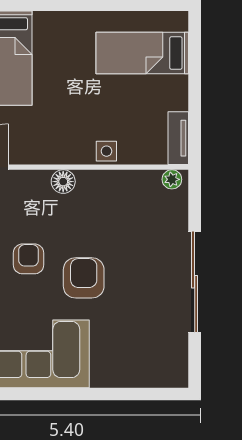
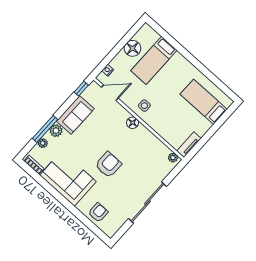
side table: (106, 151) -> (144, 106), moved
armchair: (29, 259) -> (98, 213), moved

